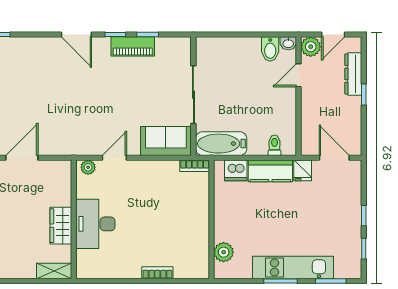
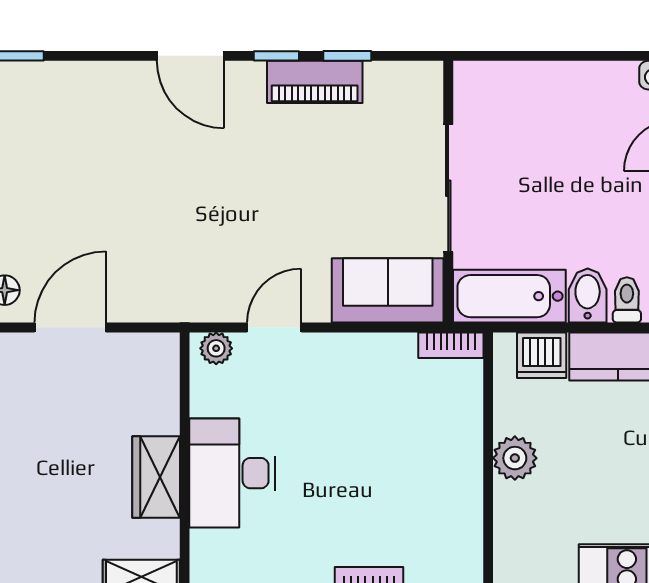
bidet: (270, 49) -> (588, 296), moved, turned 180
plant: (224, 252) -> (515, 458), moved

